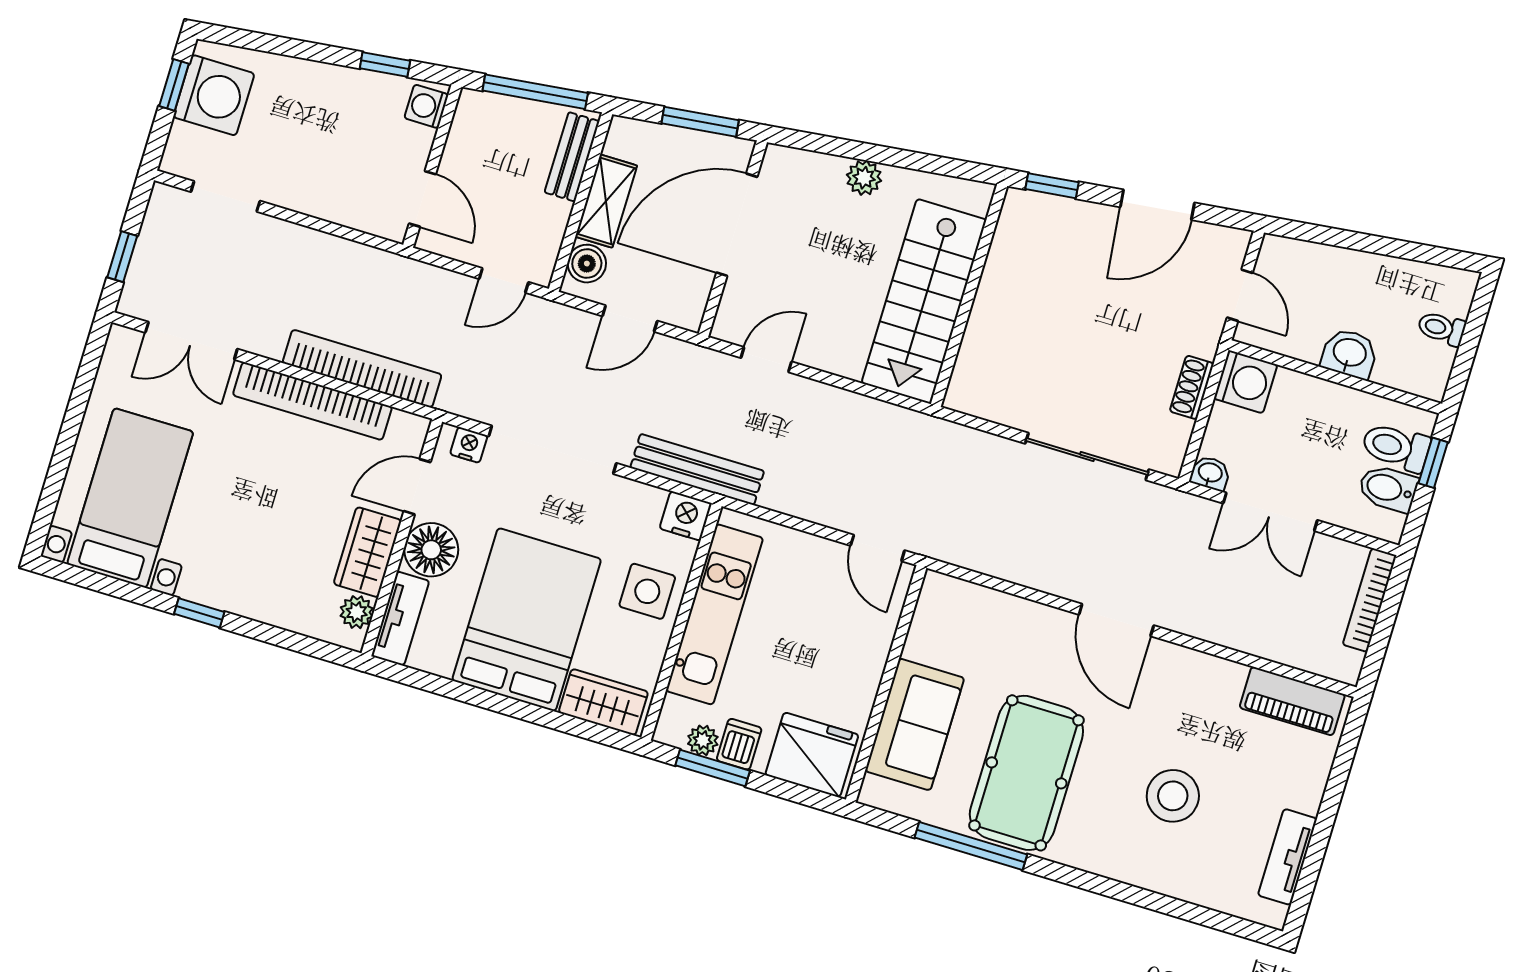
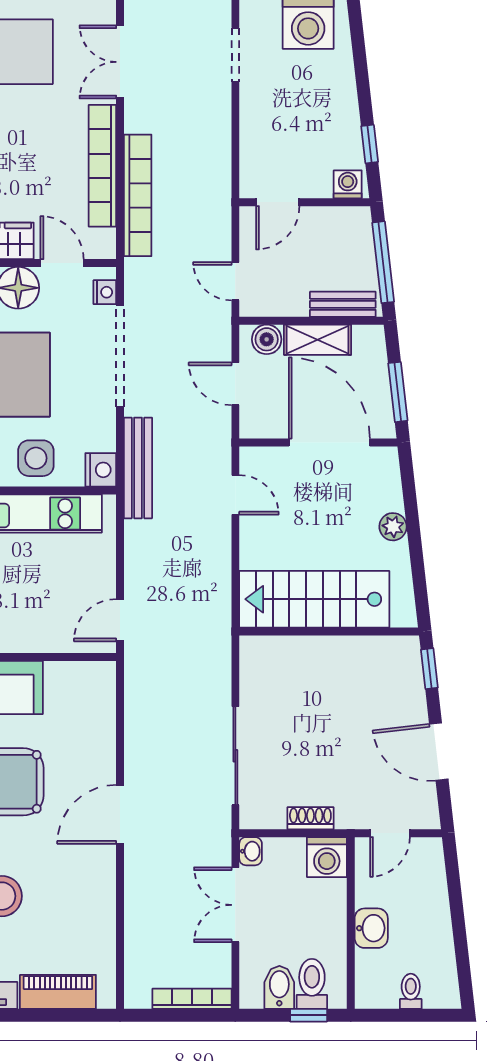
piano: (1292, 701) -> (58, 992), moved, turned 90

